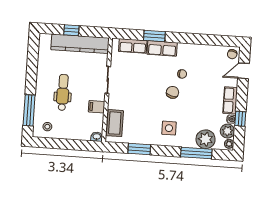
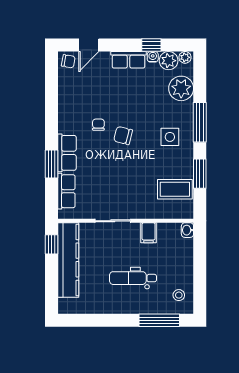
window: (71, 30) -> (51, 244), moved
door: (244, 71) -> (89, 45), hinge flipped
coffee table: (115, 123) -> (175, 189), moved
window: (196, 153) -> (200, 122), moved

